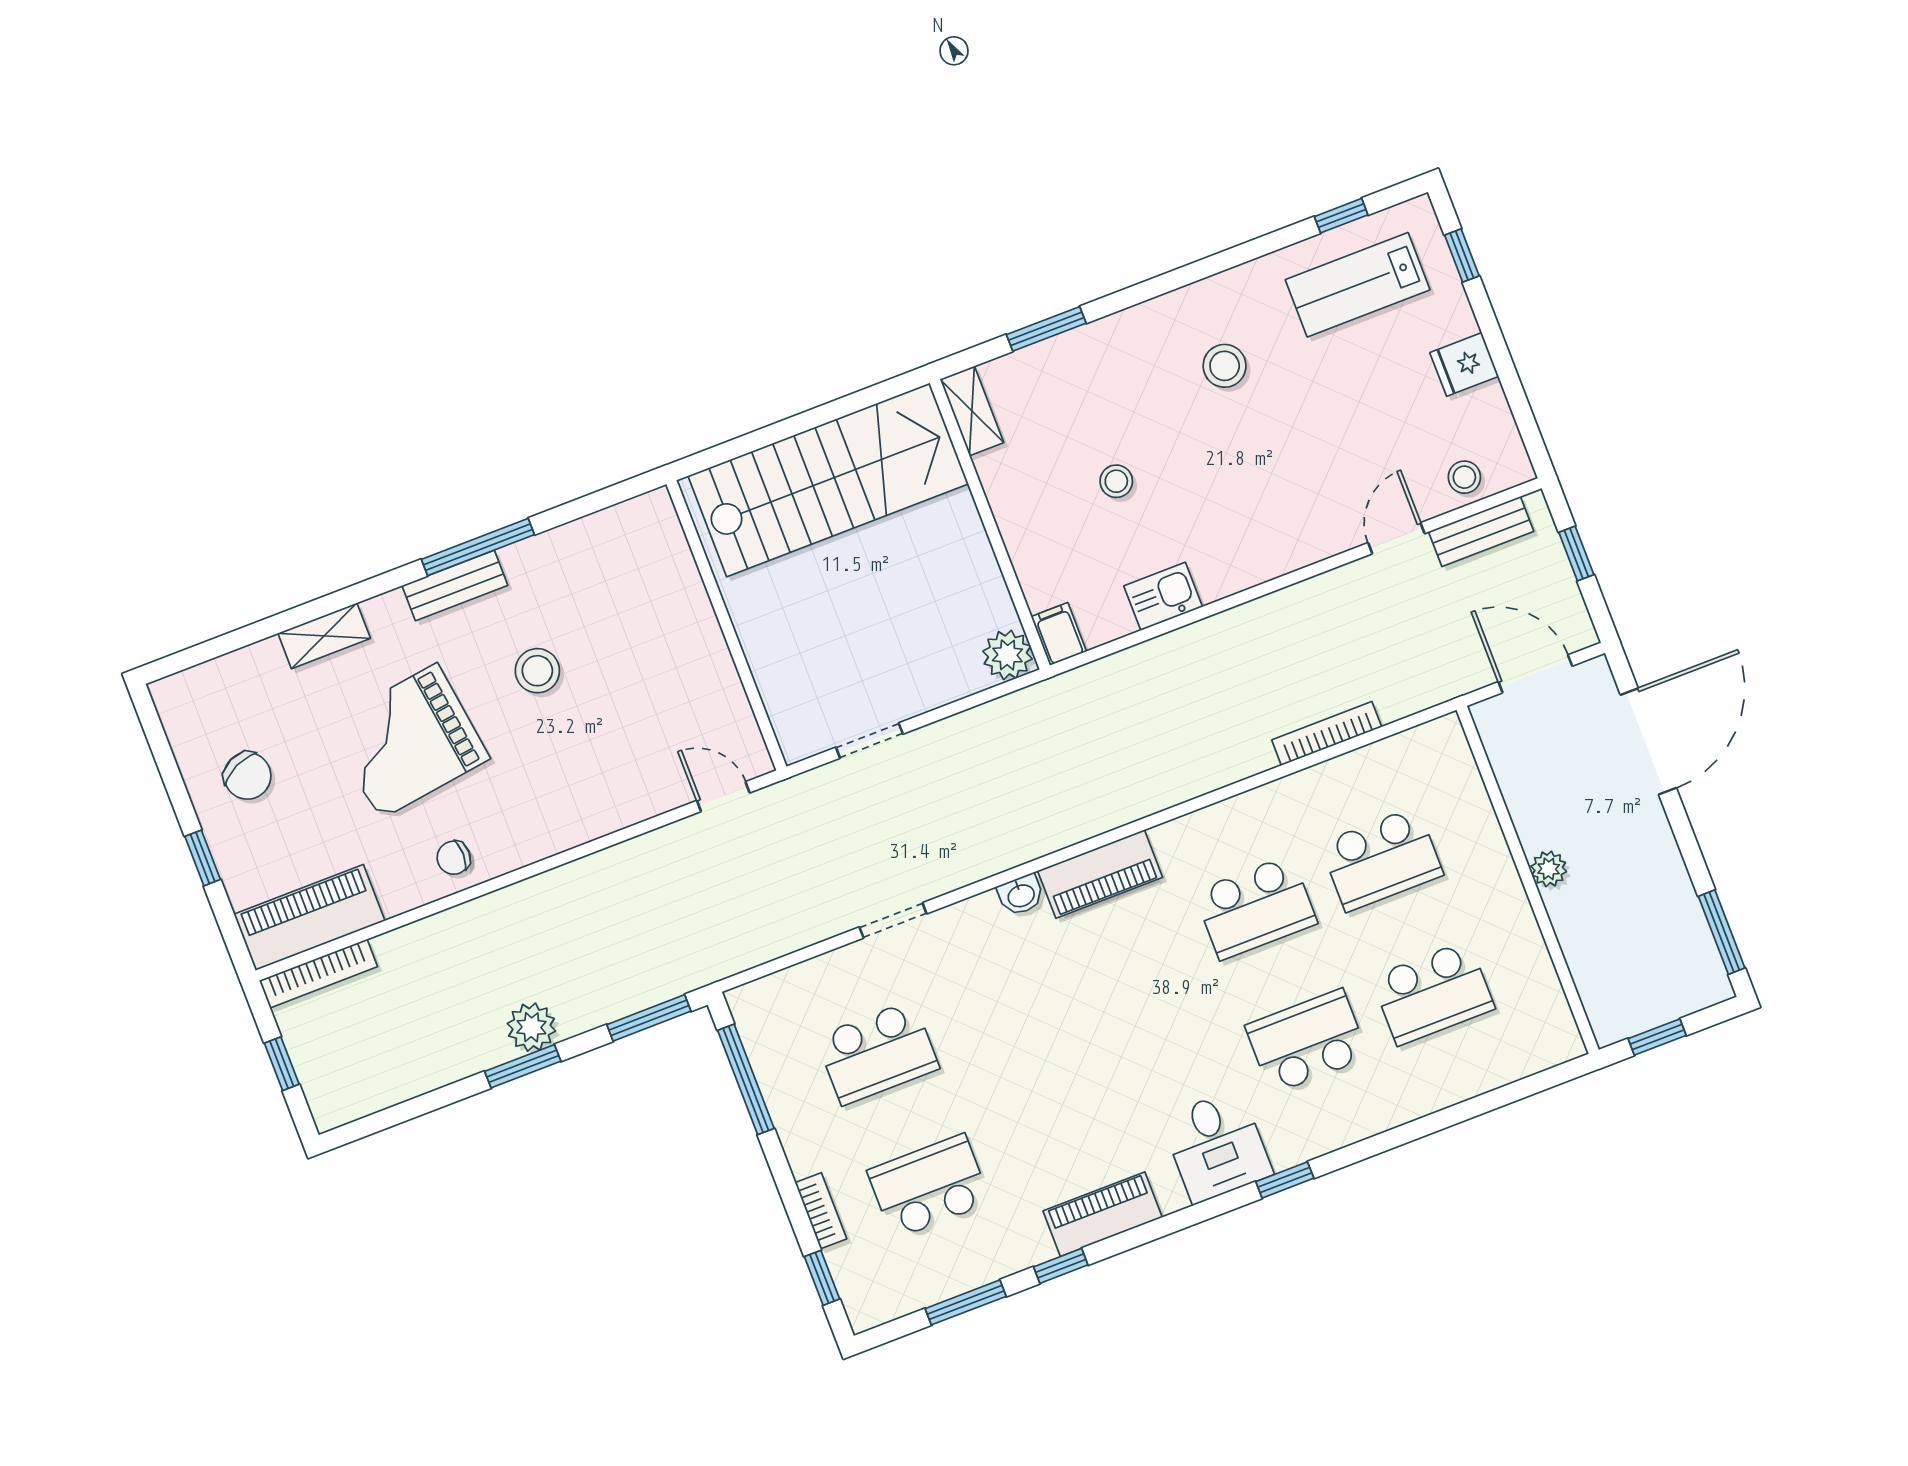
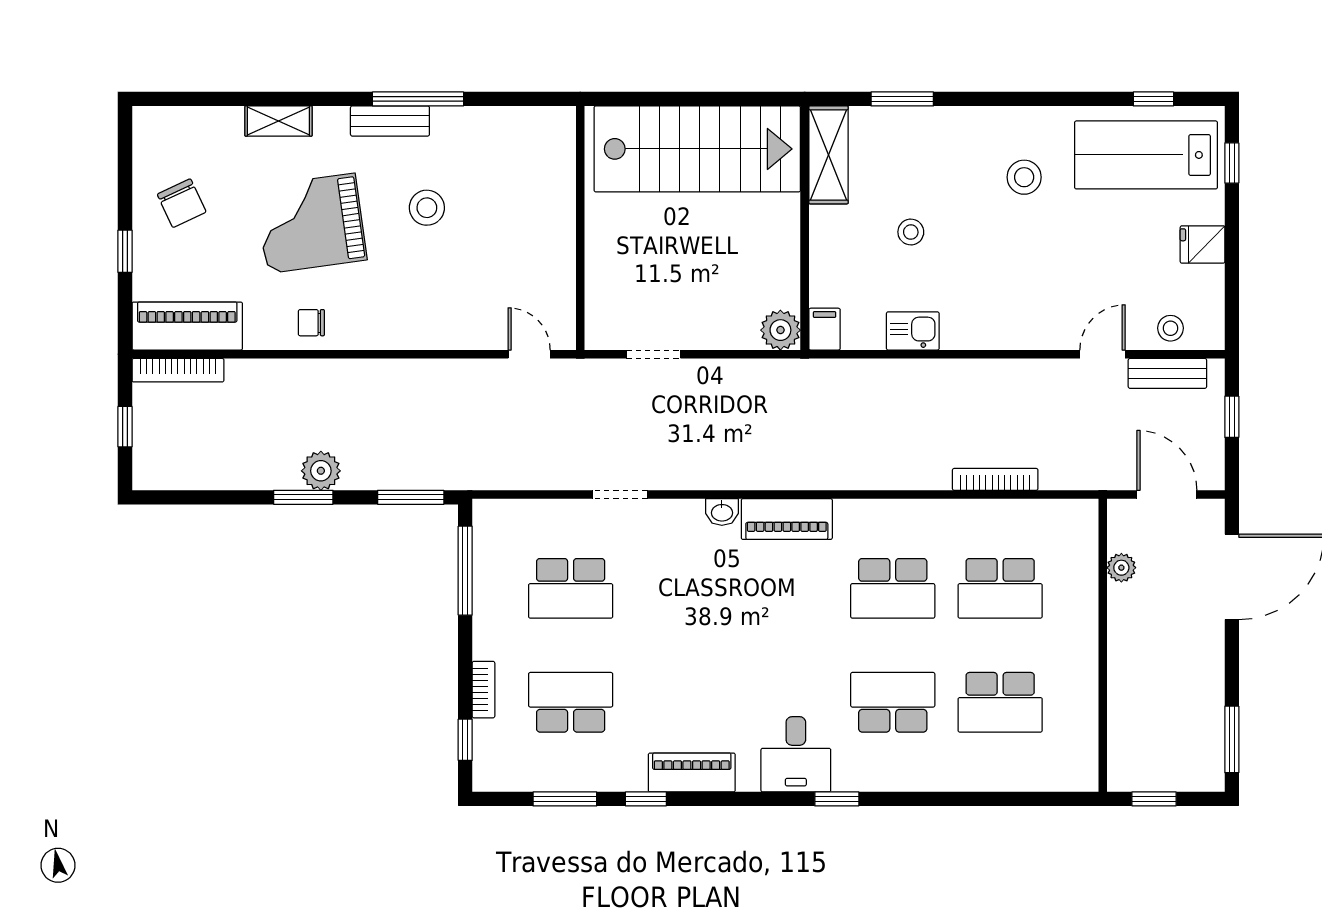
lab bench: (1358, 285) -> (1146, 155), width x1.36, depth x1.39
shelving: (972, 411) -> (828, 155), width x1.50, depth x1.33
plant: (1549, 869) -> (1121, 568), moved

